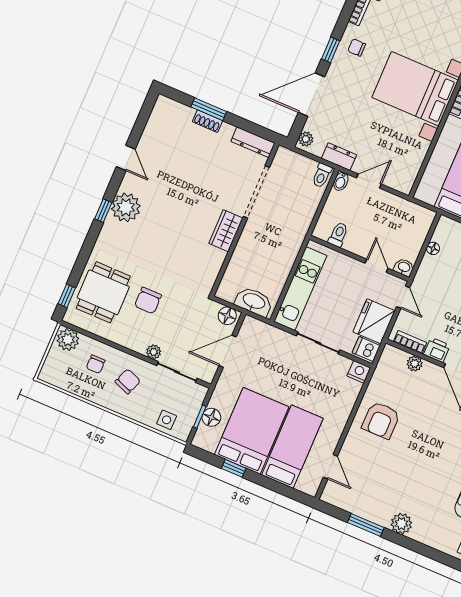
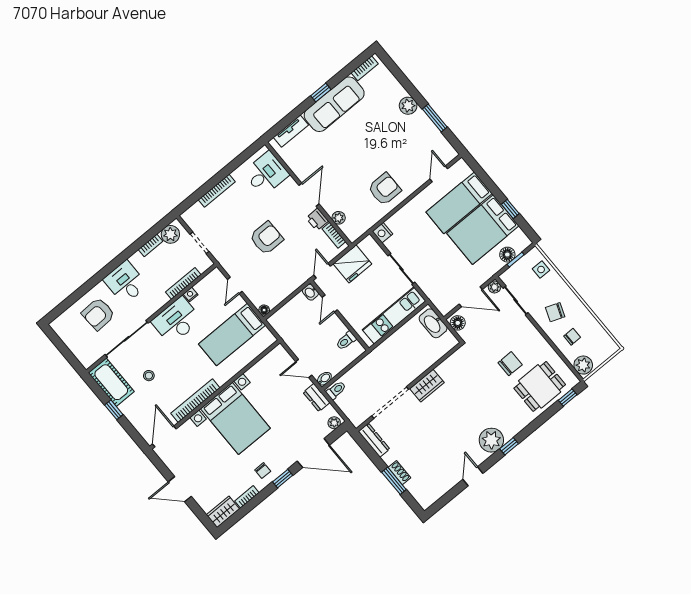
floor lamp: (433, 248) -> (264, 310), moved
dishwasher: (366, 349) -> (369, 246), removed
plant: (154, 352) -> (494, 287), moved

